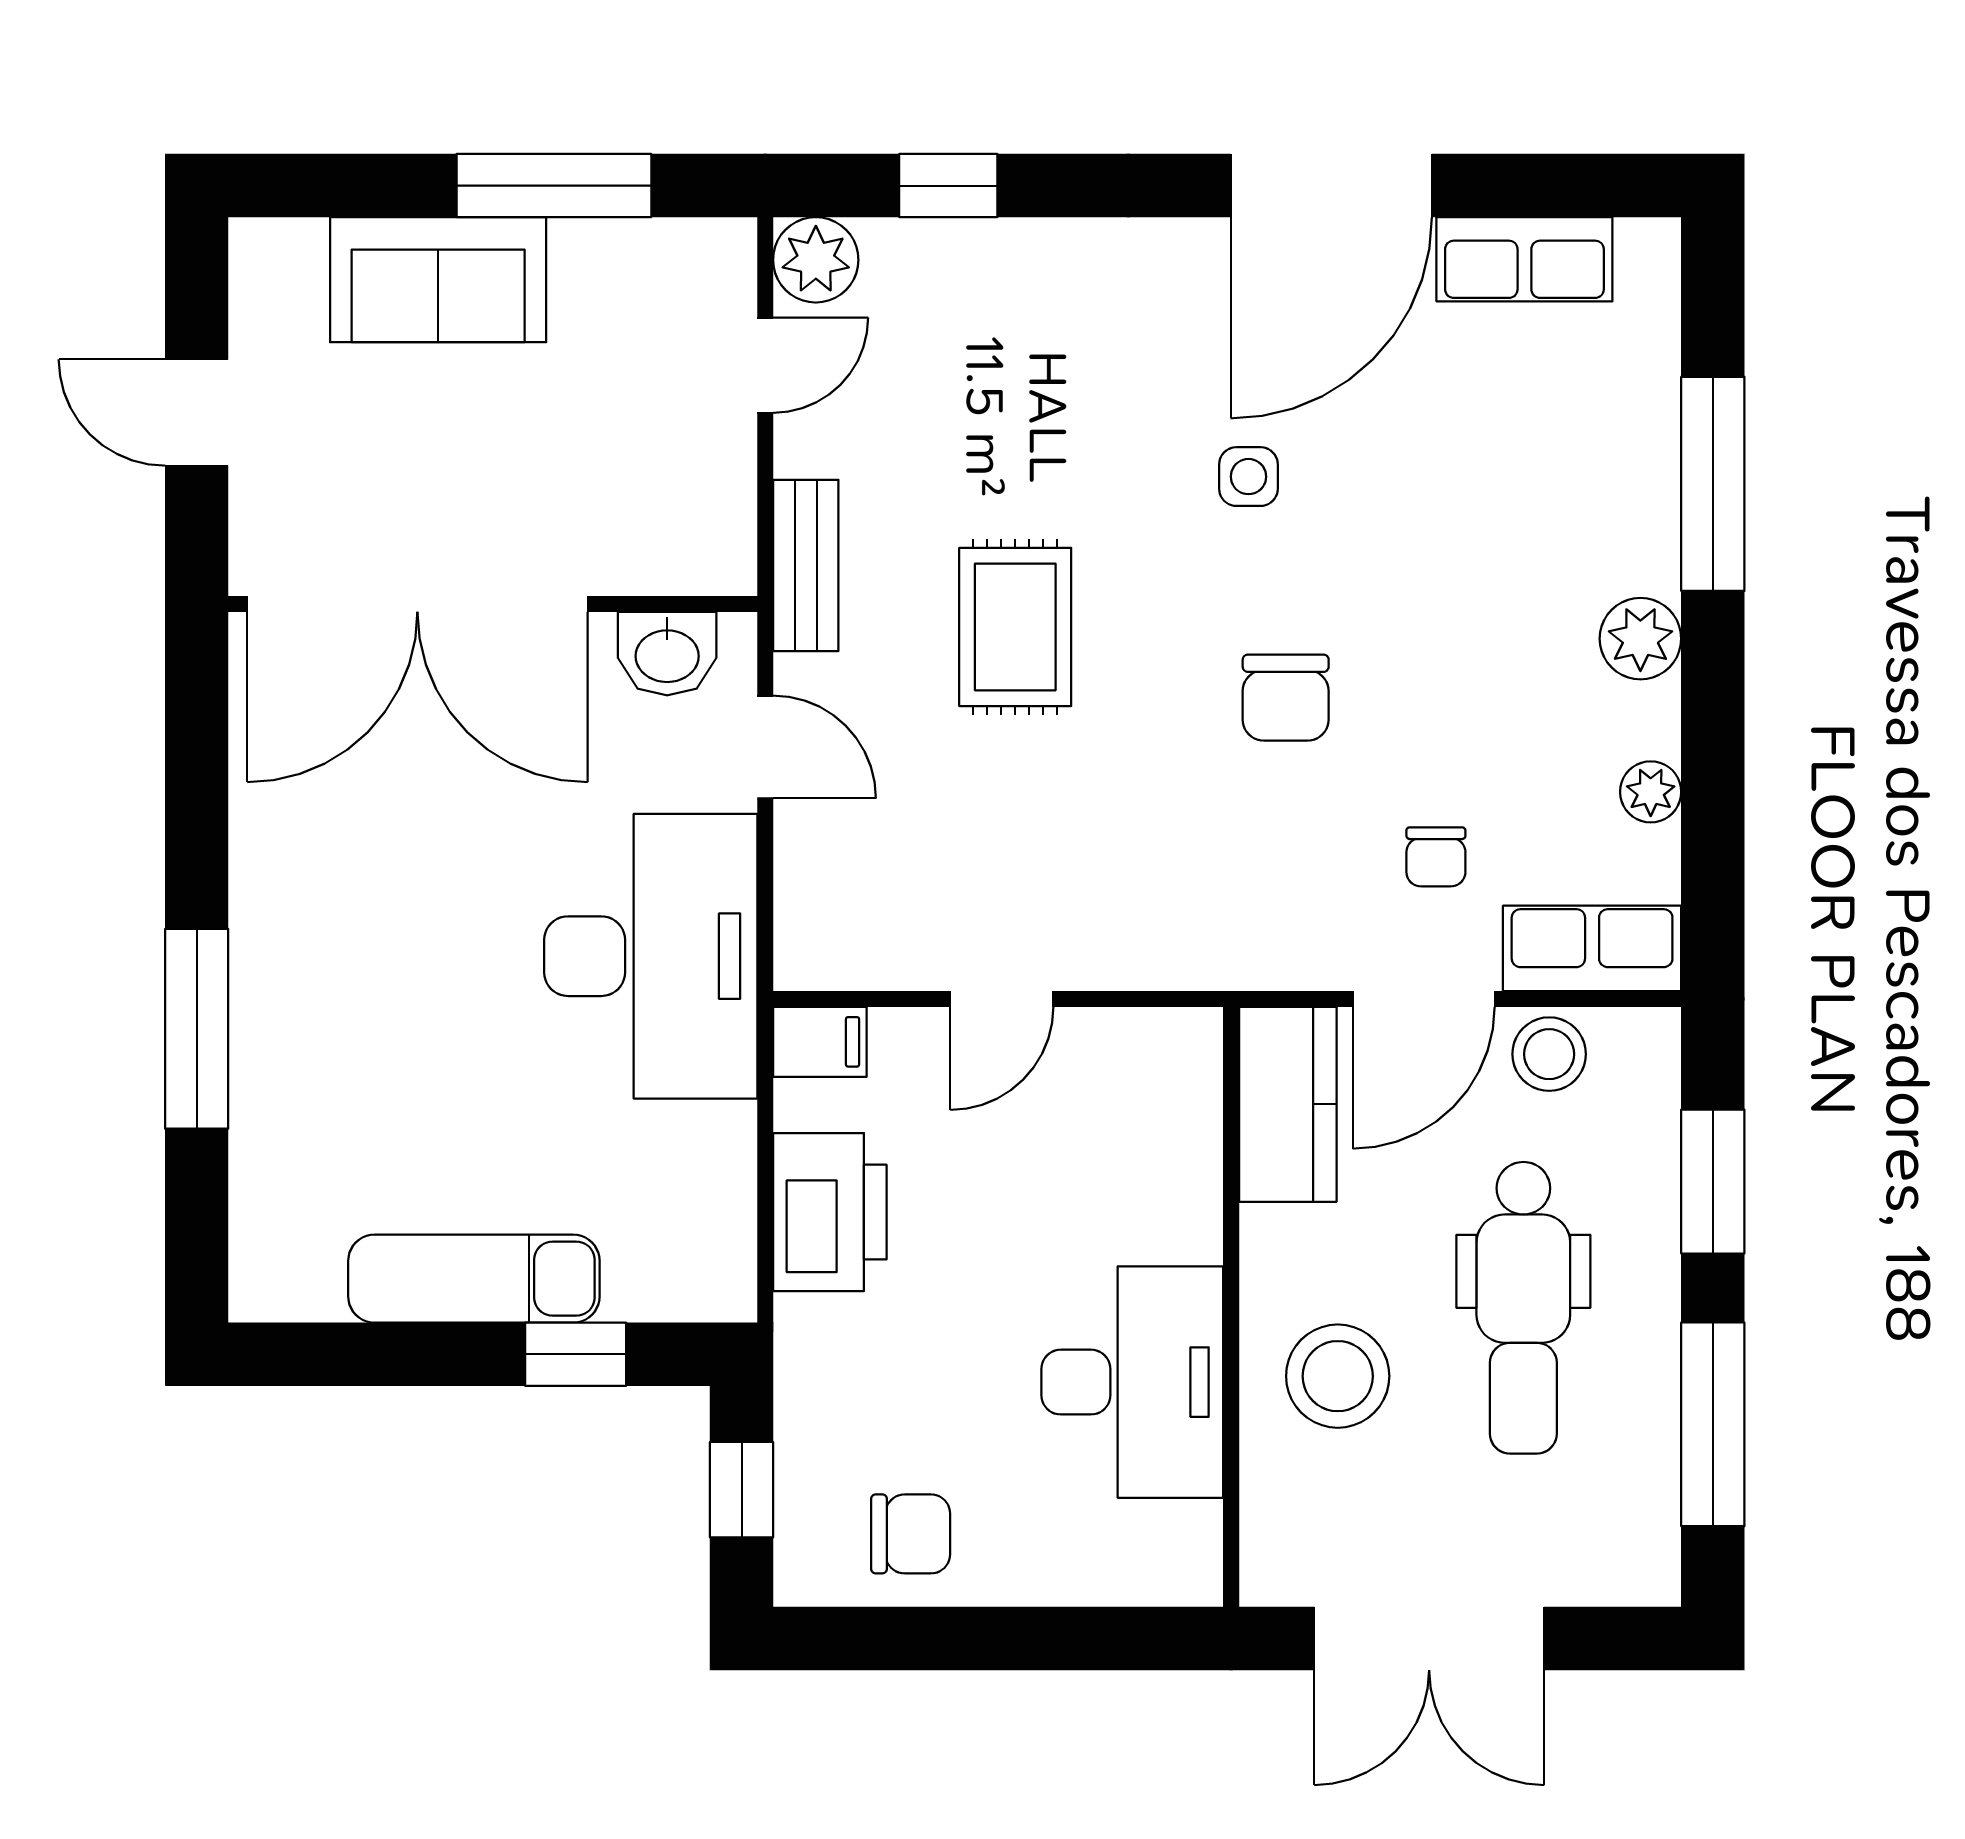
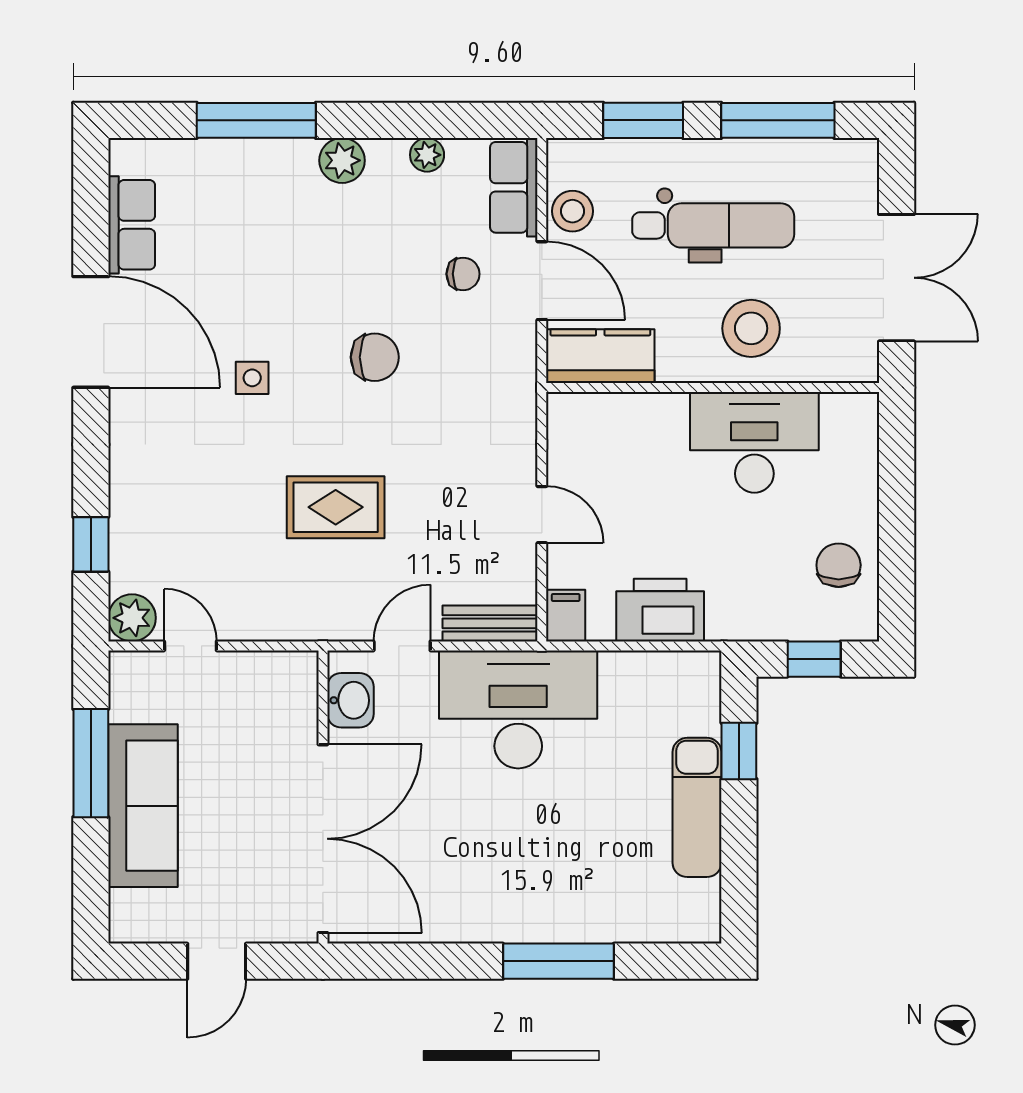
sofa: (438, 280) -> (143, 806), width x1.36
bench: (806, 565) -> (490, 623), moved

